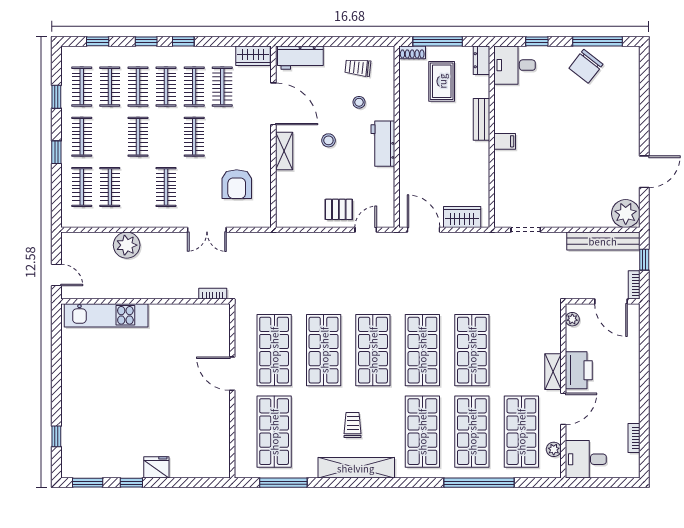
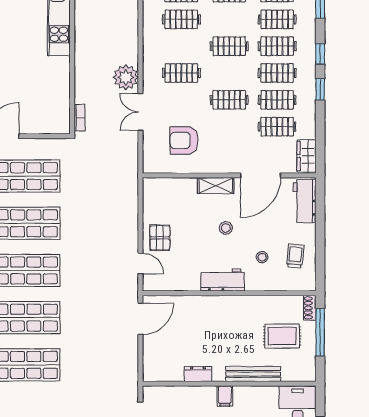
dresser: (481, 60) -> (198, 374), moved
bench: (481, 119) -> (253, 374), width x1.36
wardrobe: (462, 217) -> (153, 355), removed
plant: (127, 245) -> (126, 77), moved

